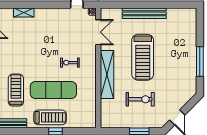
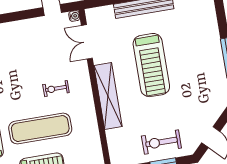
double door: (98, 32) -> (87, 42), swing flipped
exercise bike: (140, 99) -> (161, 142), moved, turned 180

